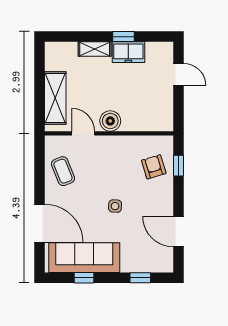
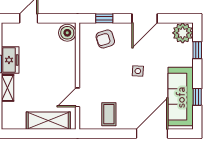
boiler: (110, 121) -> (67, 33), moved
coffee table: (63, 171) -> (109, 114), turned -68
door: (179, 232) -> (145, 18), moved
plant: (161, 260) -> (183, 33), added

